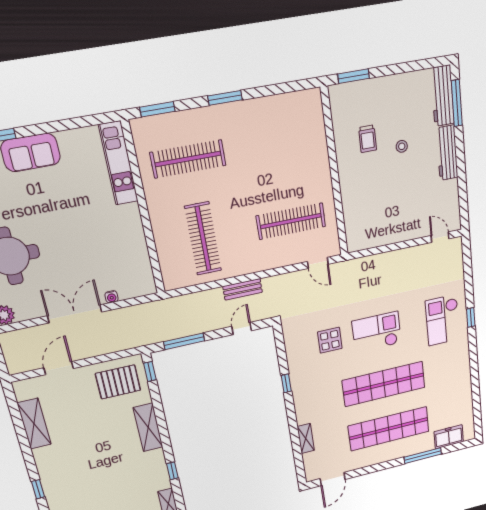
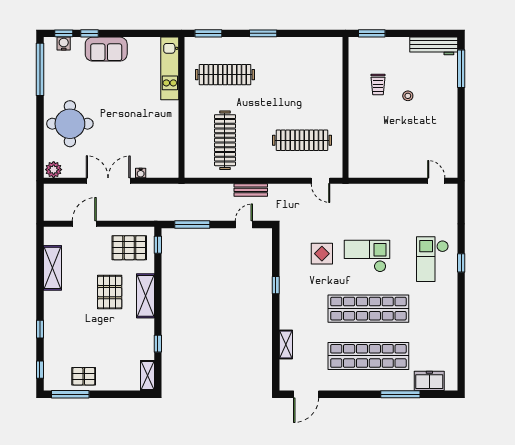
workbench: (443, 96) -> (434, 46), moved, turned -90
workbench: (447, 153) -> (449, 108), removed
pallet: (107, 433) -> (110, 292), added

